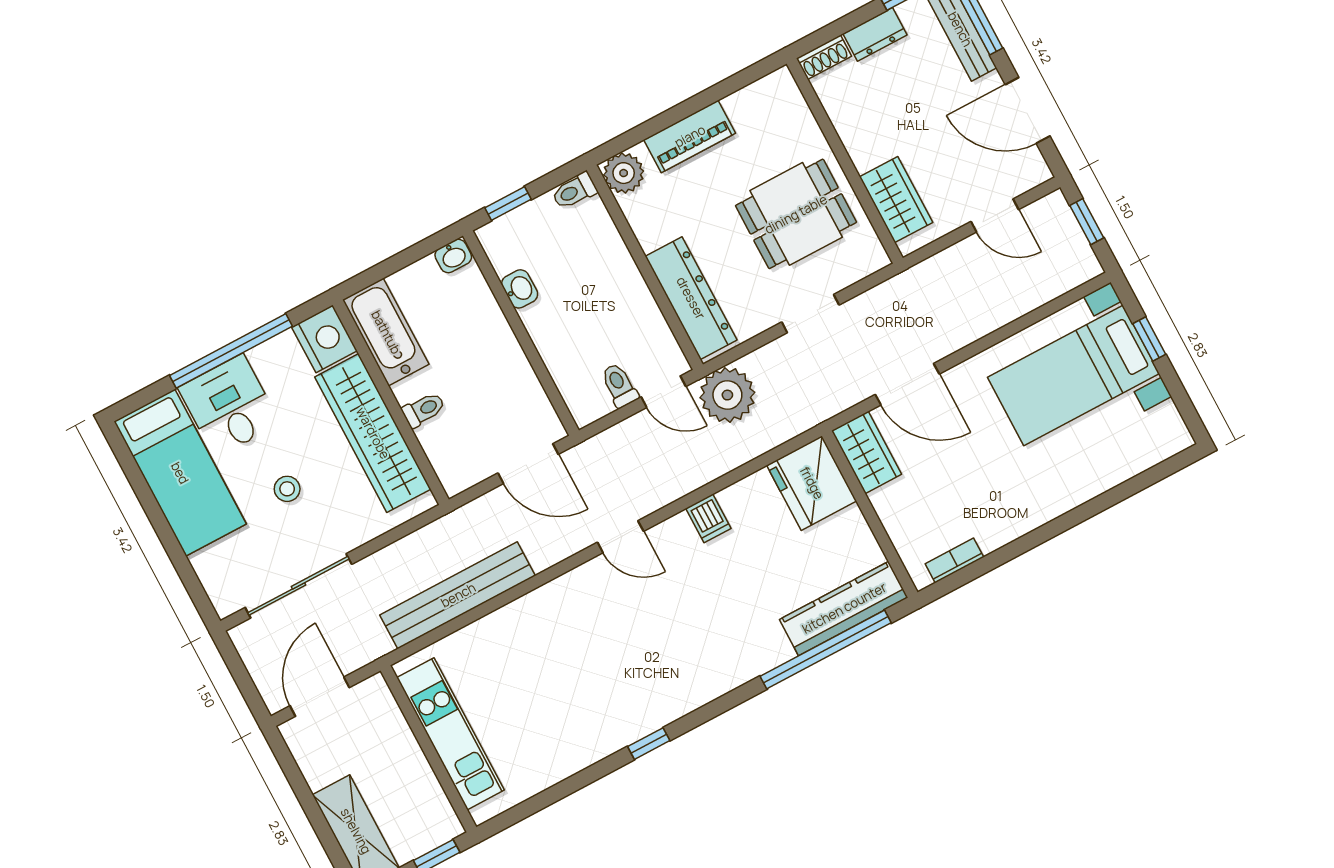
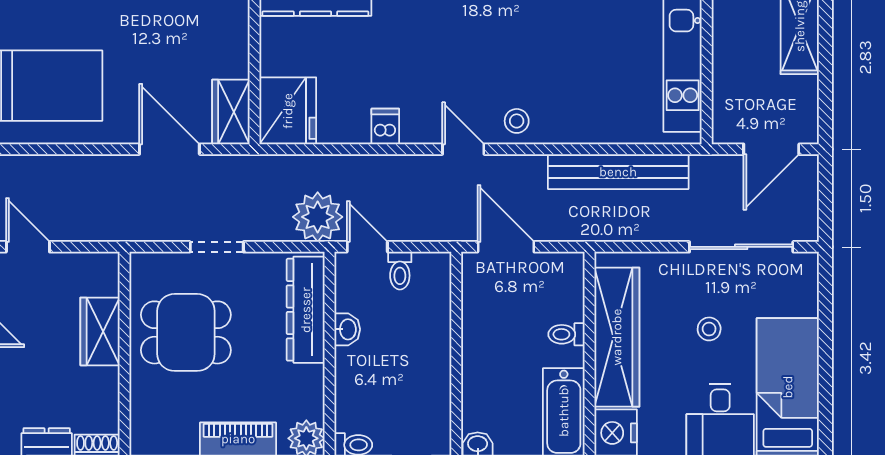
wardrobe: (896, 200) -> (100, 331), moved
washbasin: (520, 289) -> (347, 329), moved, turned 180
stool: (583, 592) -> (517, 121), added

